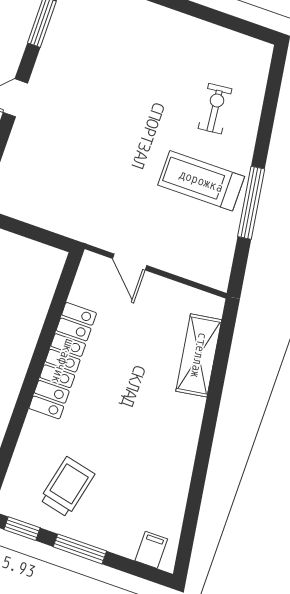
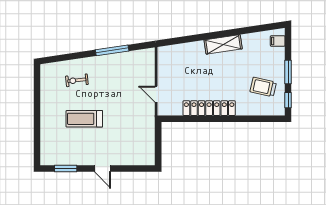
treadmill: (201, 181) -> (84, 119), moved, turned 90
door: (130, 262) -> (156, 94), swing flipped
shelving: (199, 355) -> (223, 44), moved

